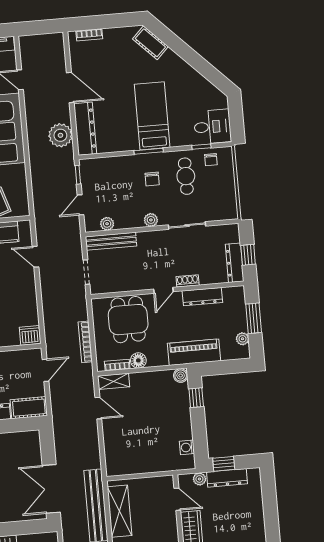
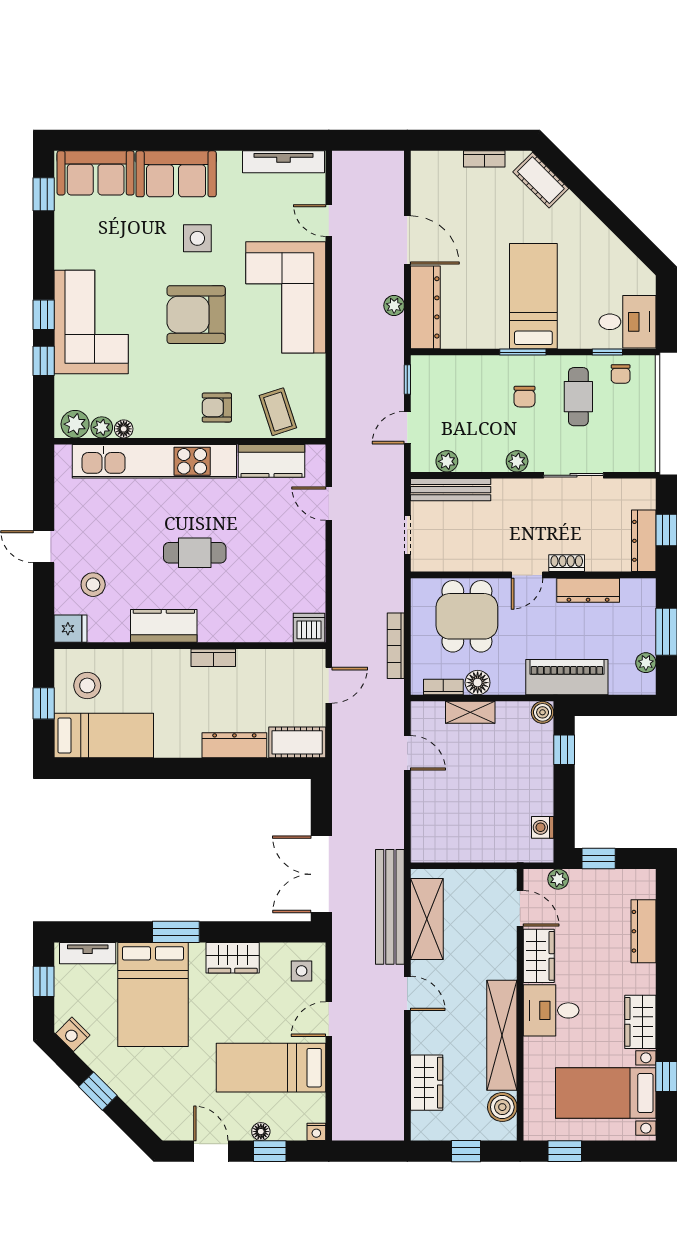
bookcase: (89, 35) -> (484, 159), moved
plant: (60, 135) -> (394, 305), width x0.53, depth x0.53
shelving: (114, 381) -> (470, 712), moved
dresser: (227, 478) -> (644, 931), moved, turned 90

